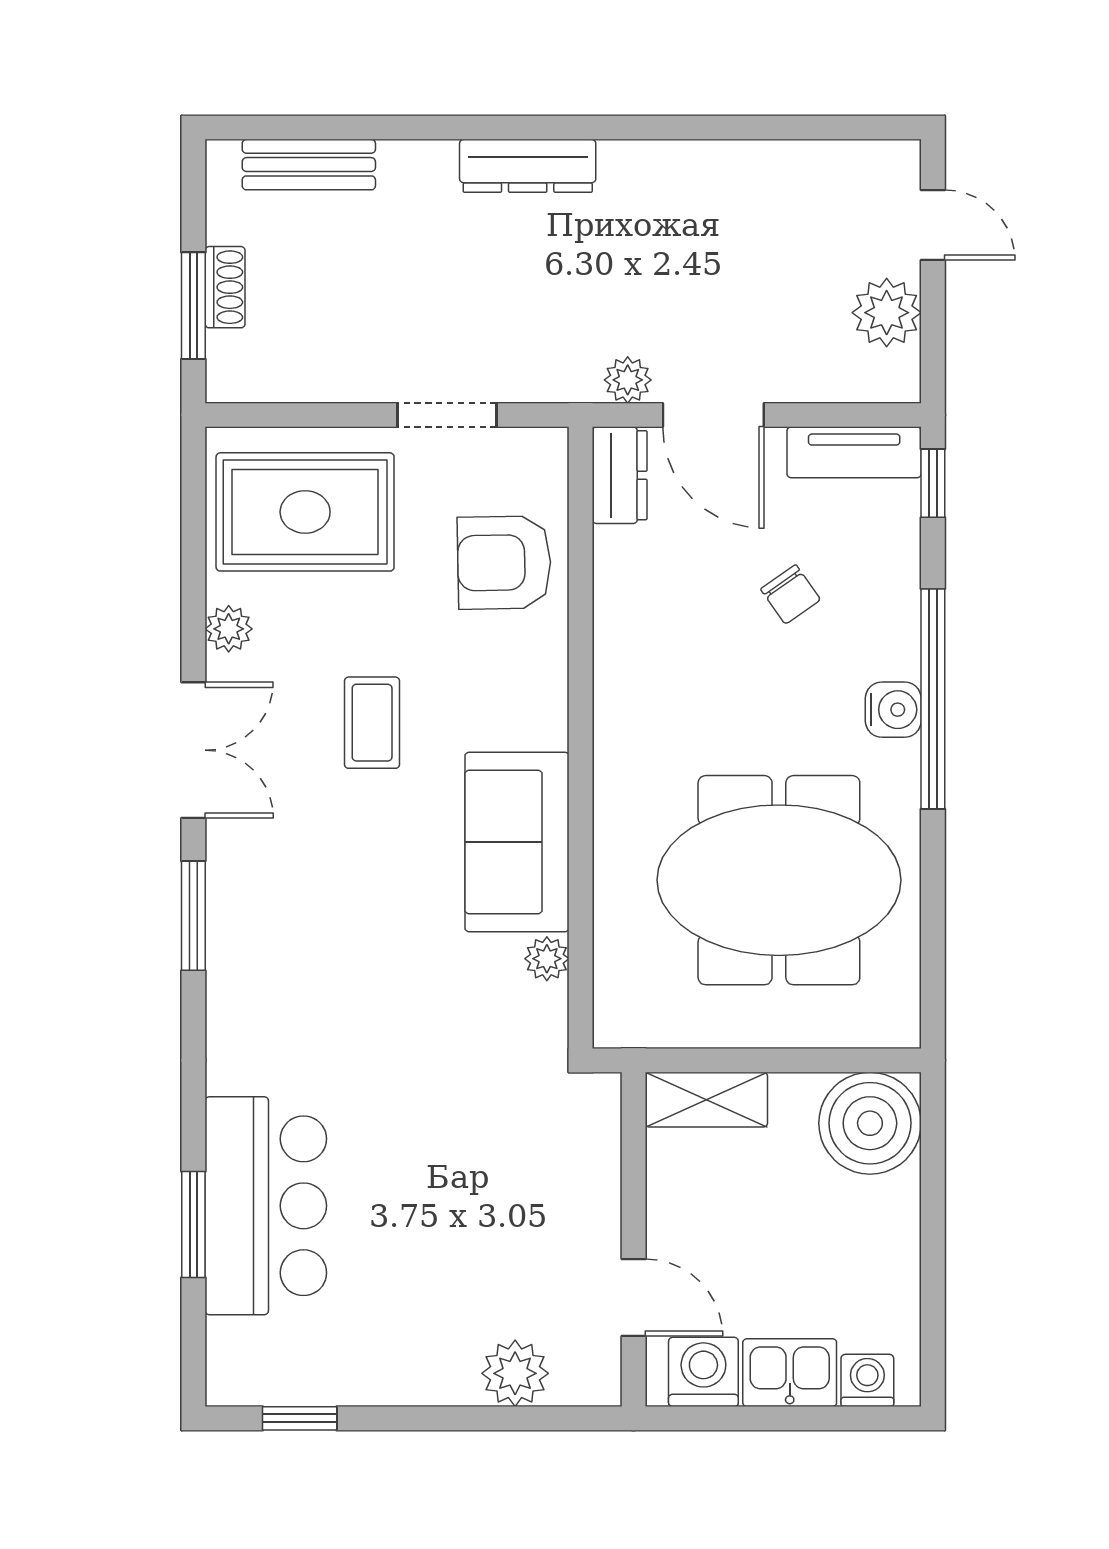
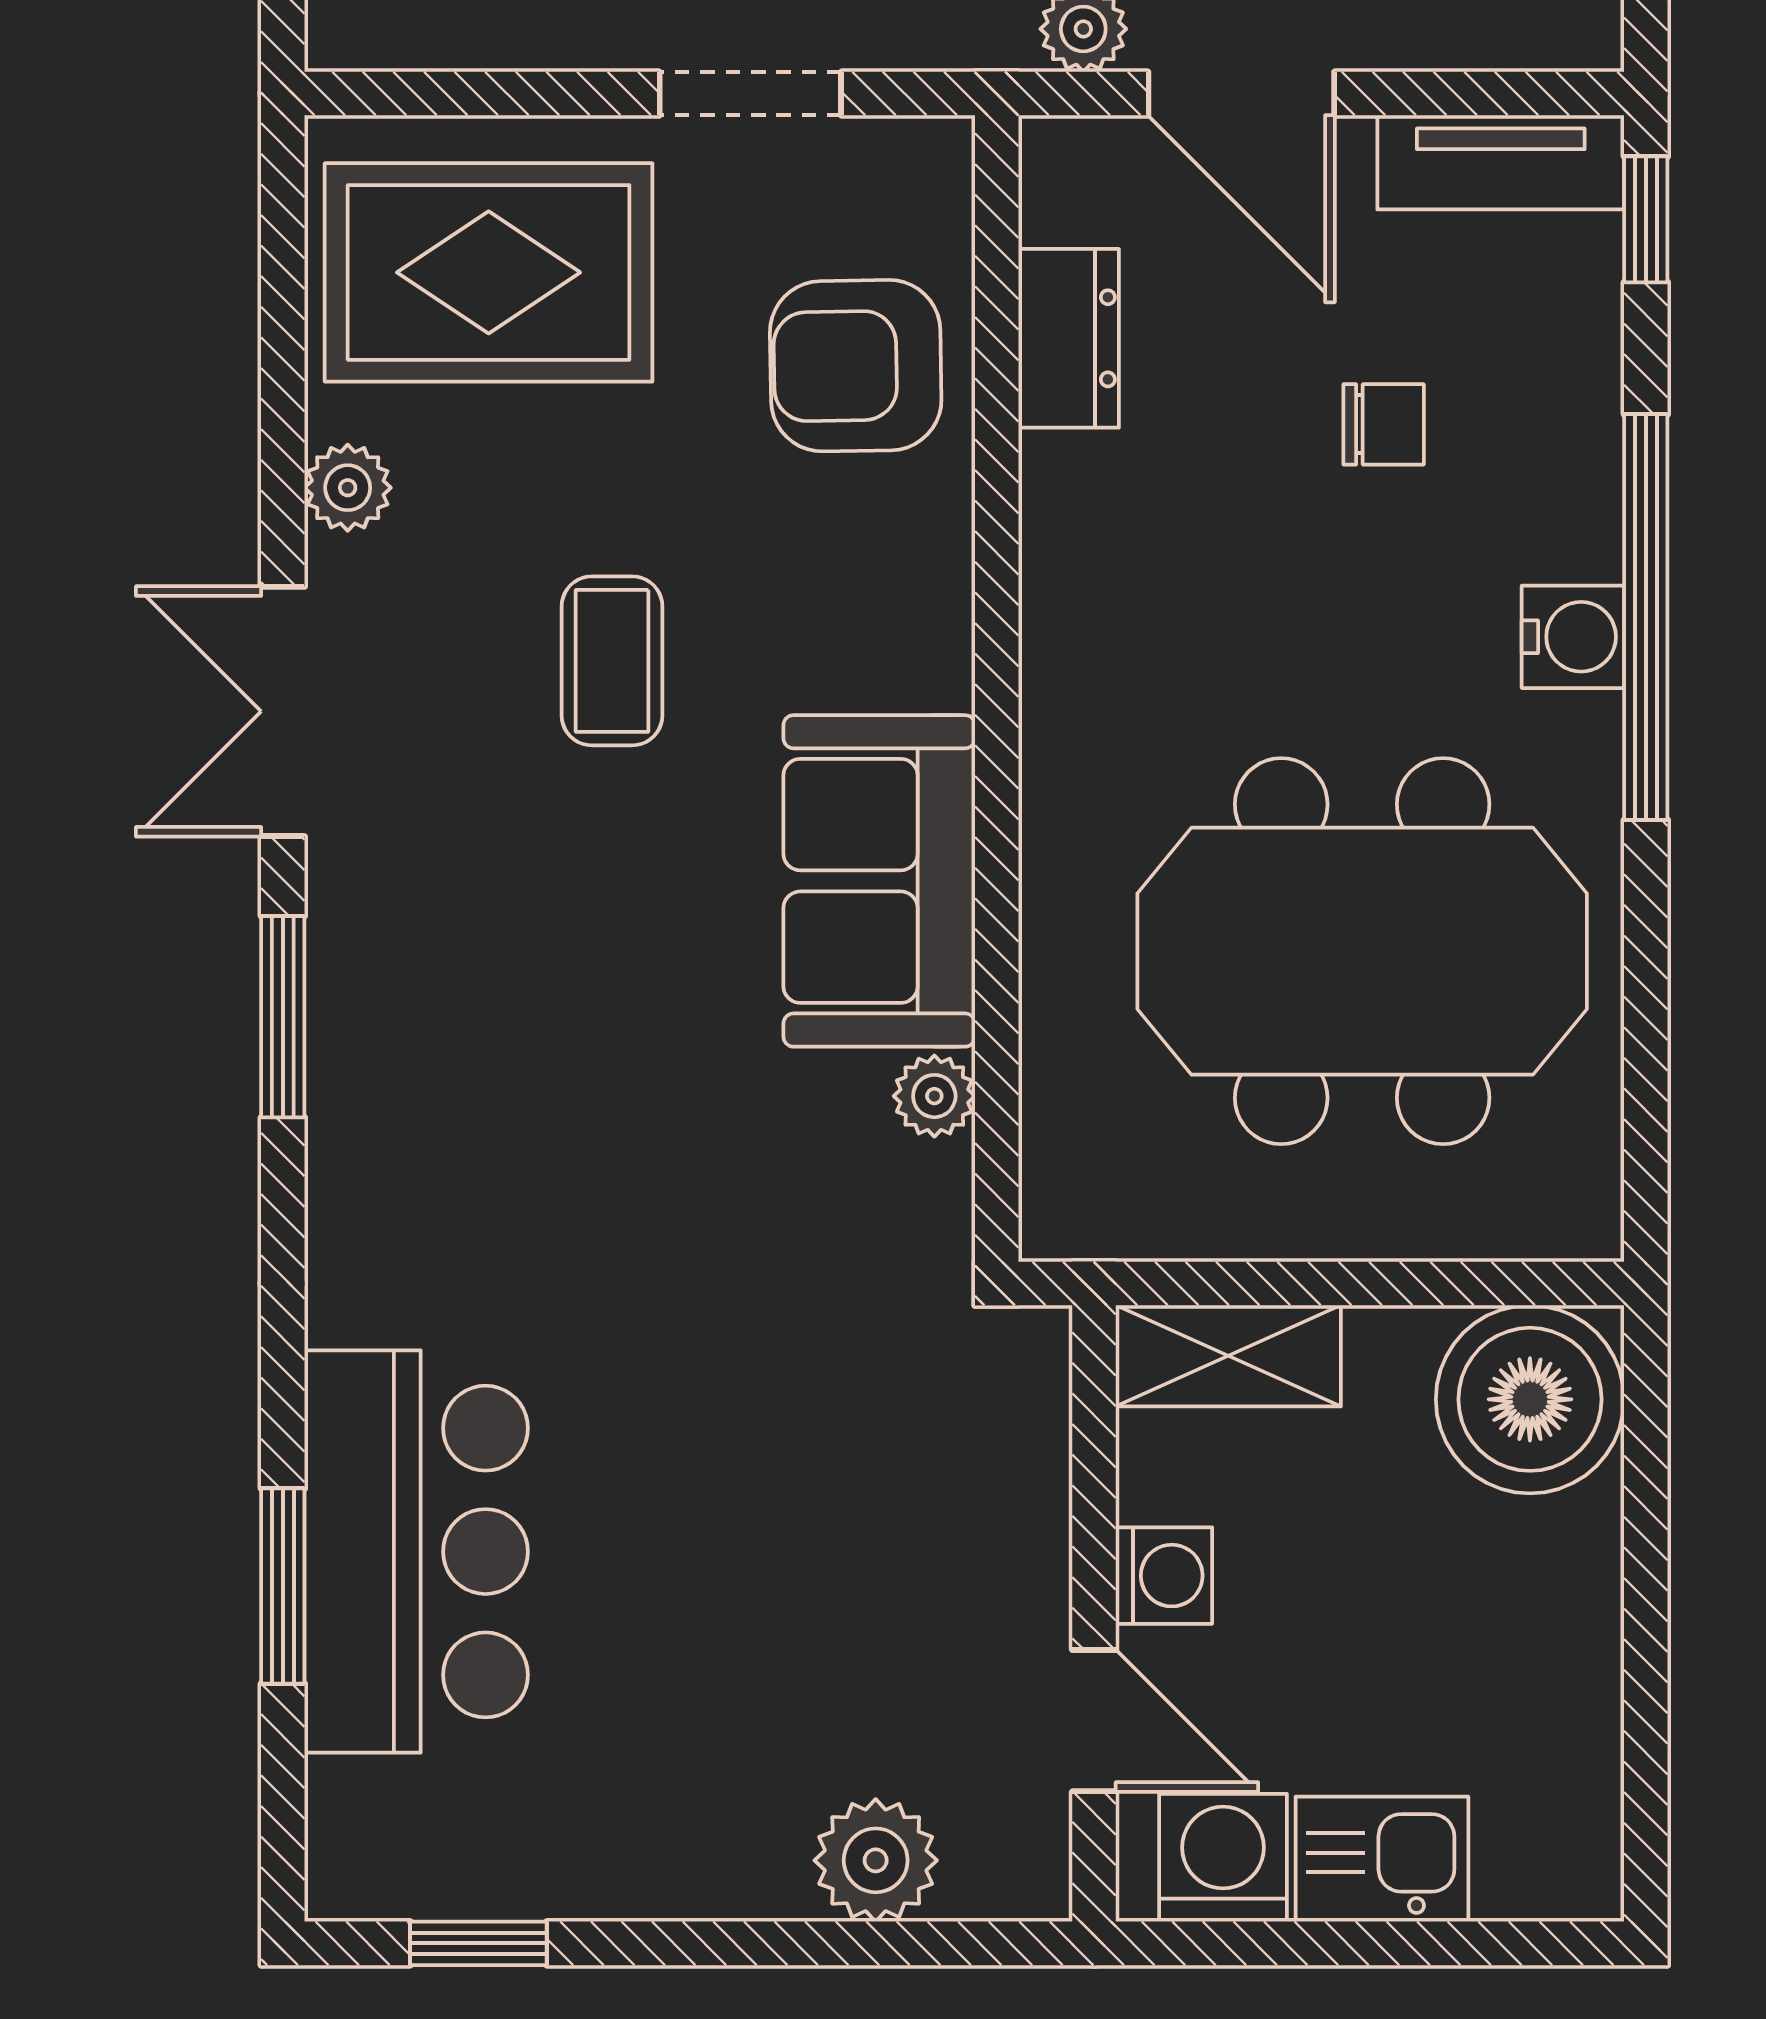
dresser: (620, 475) -> (1069, 338), moved
chair: (791, 594) -> (1384, 424), turned -55
double door: (193, 750) -> (283, 711), swing flipped
washing machine: (867, 1380) -> (1164, 1576), moved, turned 90

